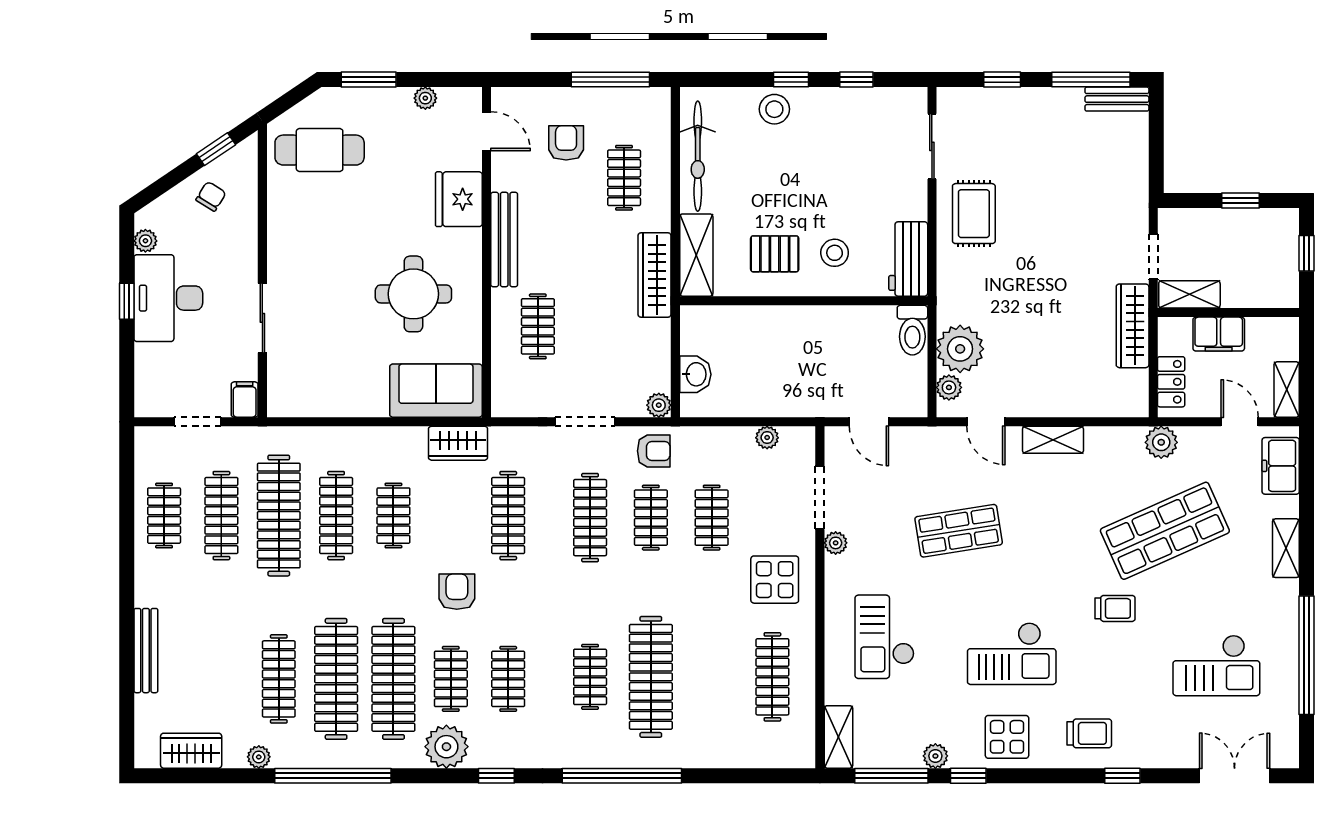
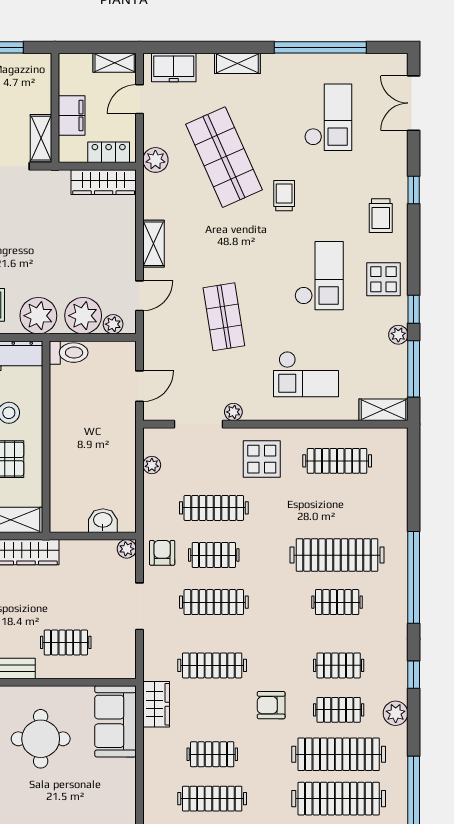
plant: (960, 291) -> (38, 316), added
wardrobe: (1133, 326) -> (104, 182), moved
clothes rail: (712, 518) -> (214, 508), width x1.36
trolley: (1089, 733) -> (381, 216), turned 180
plant: (446, 747) -> (396, 713), width x0.73, depth x0.73

